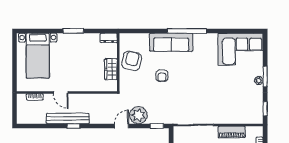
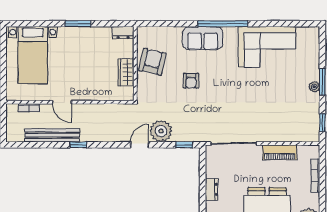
sofa: (171, 42) -> (203, 38), width x0.73
corner sofa: (240, 49) -> (267, 47), moved
bench: (68, 119) -> (52, 135), moved

